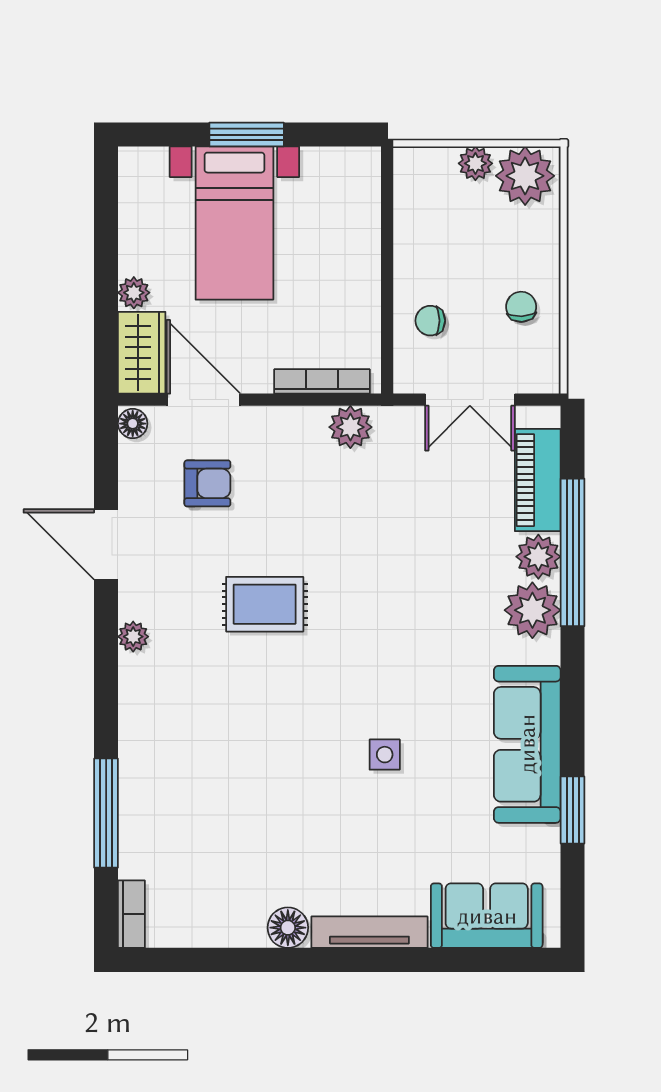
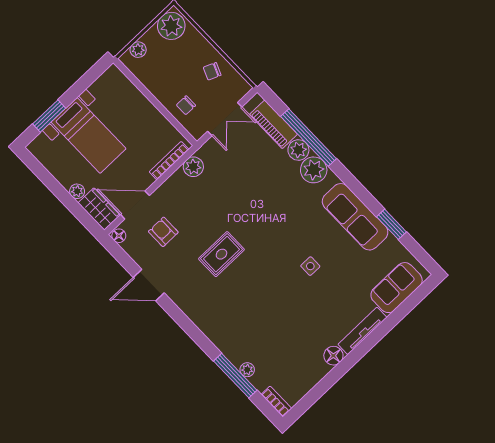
window: (247, 135) -> (49, 116), moved
plant: (475, 163) -> (138, 50), moved
chair: (521, 307) -> (212, 71), turned -64
armchair: (207, 483) -> (163, 232), turned -90
plant: (133, 637) -> (247, 370), moved

